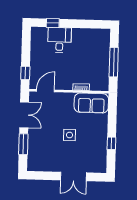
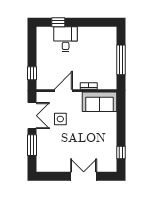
door: (45, 91) -> (63, 91), moved
side table: (70, 135) -> (60, 119), moved
window: (111, 143) -> (121, 152), moved
double door: (73, 176) -> (84, 176), swing flipped

